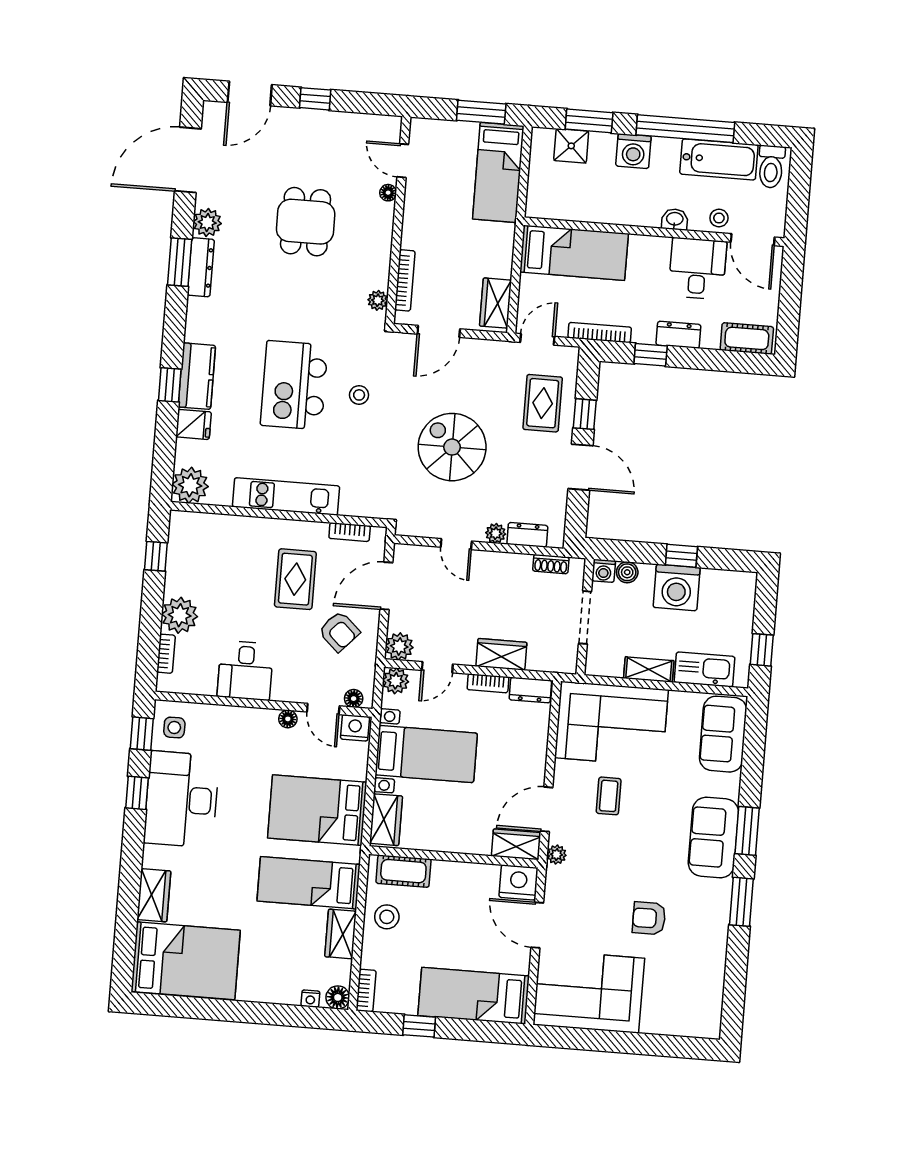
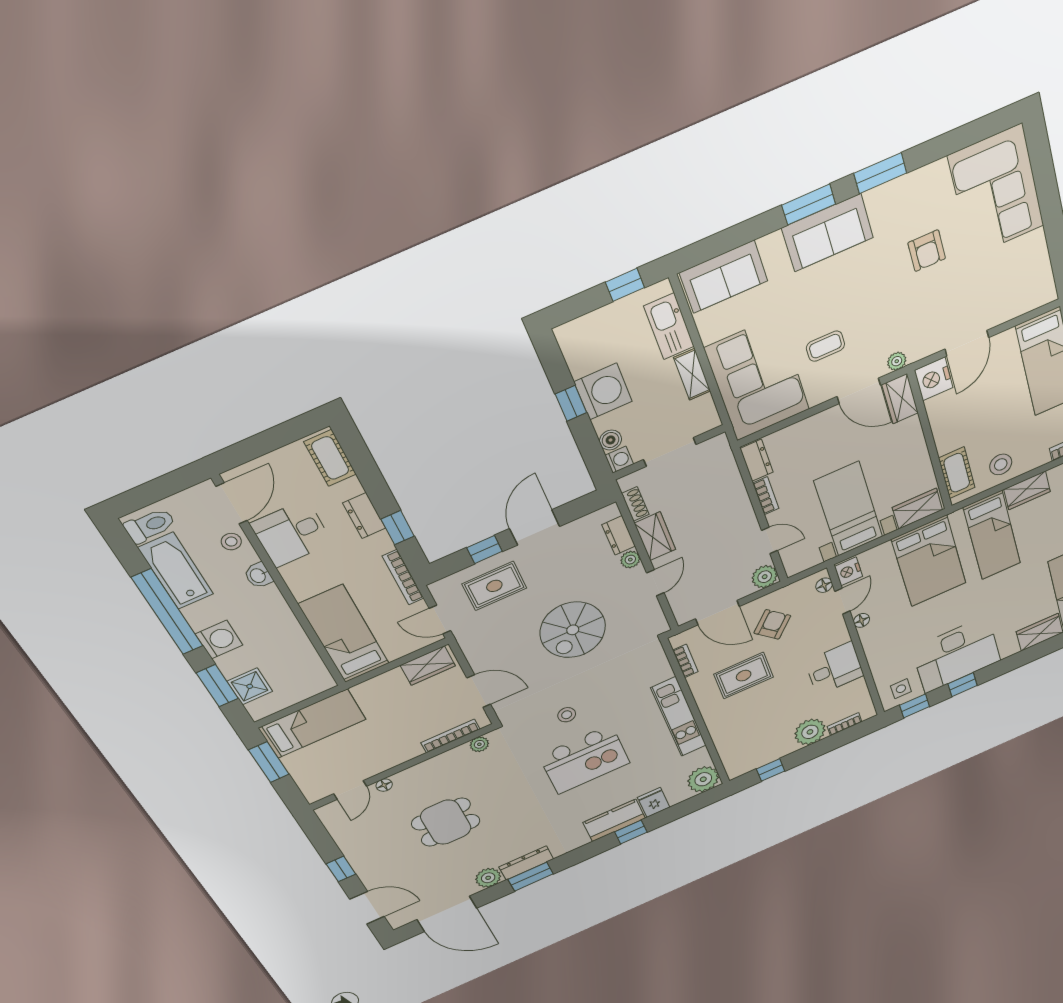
wardrobe: (501, 654) -> (655, 536), moved, turned 180
plant: (396, 681) -> (795, 564), removed
corner sofa: (589, 992) -> (996, 191), moved

